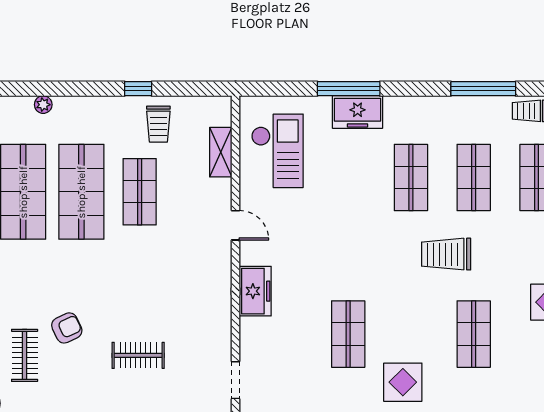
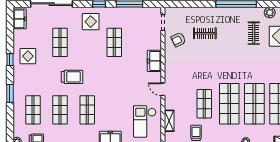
armchair: (67, 328) -> (178, 40), moved

